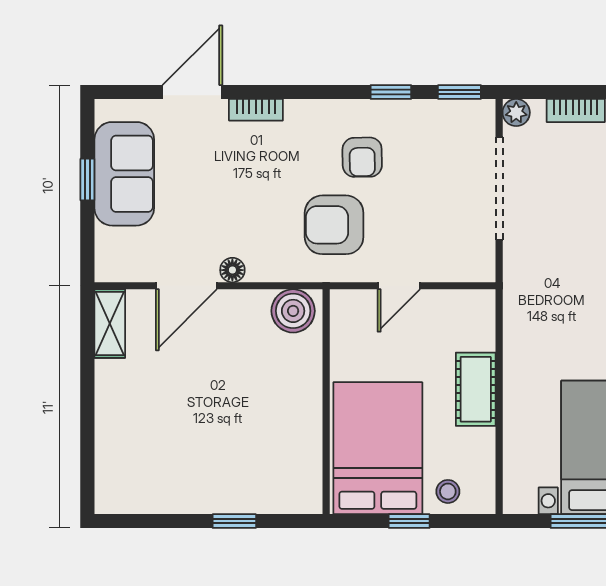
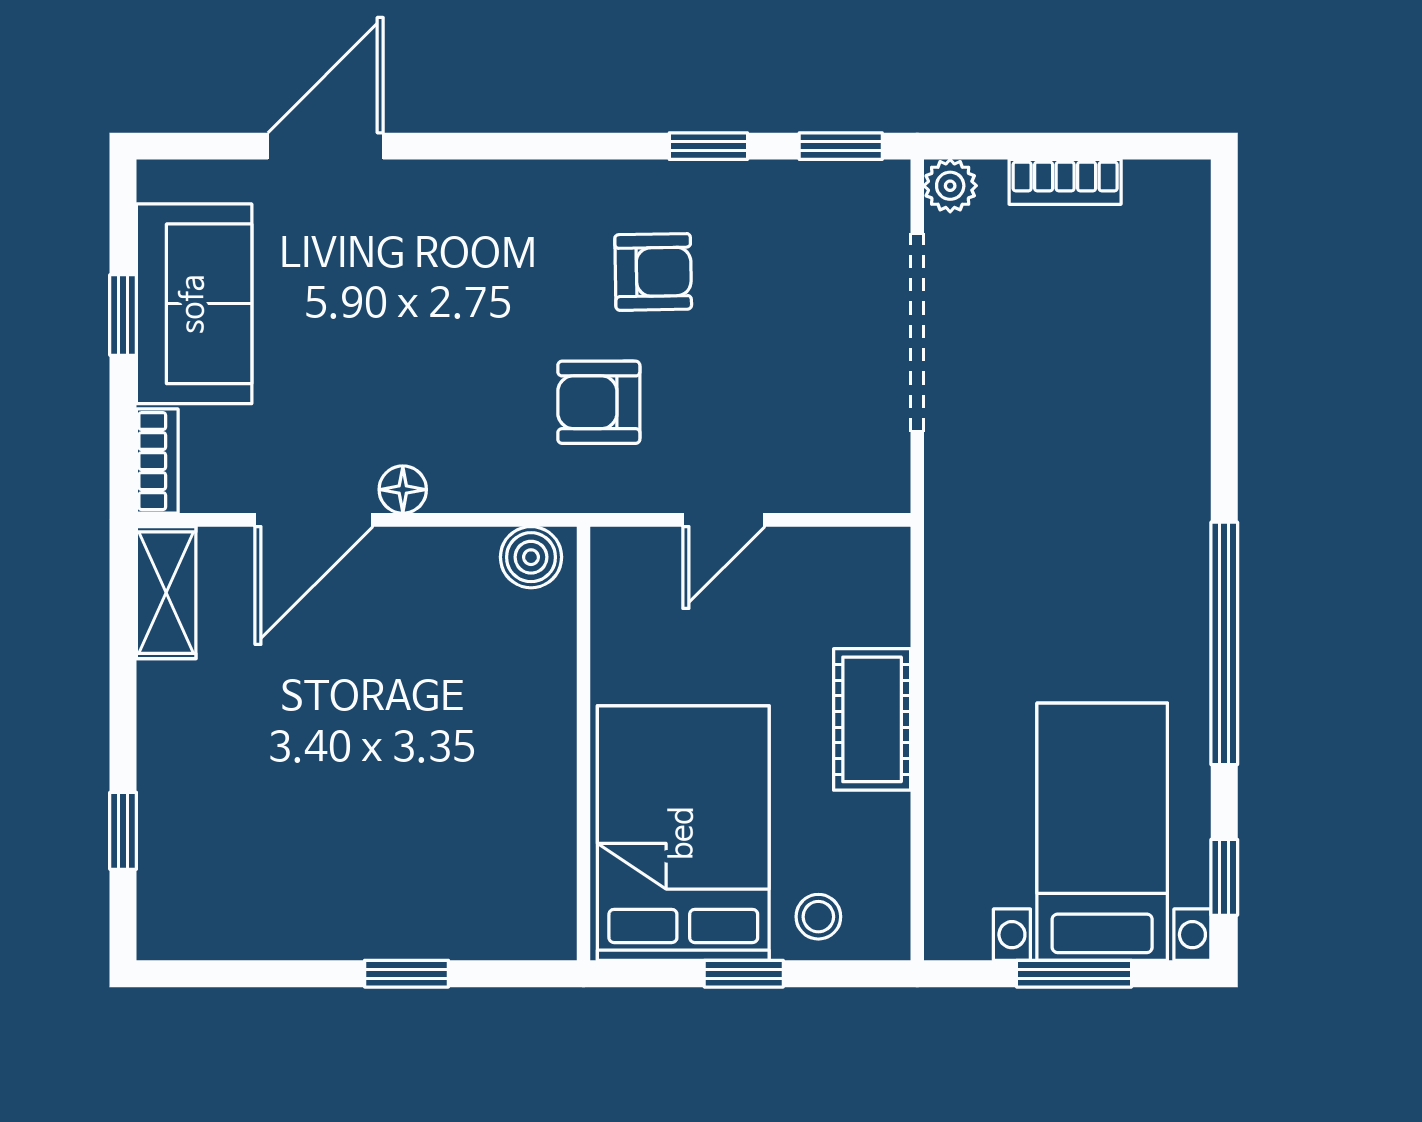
bookcase: (256, 110) -> (157, 461), moved, turned -90
armchair: (362, 157) -> (653, 272), turned -90
armchair: (334, 225) -> (599, 402), width x0.72, depth x0.72
boiler: (293, 311) -> (531, 557), width x0.73, depth x0.73
window: (87, 447) -> (123, 831), added

